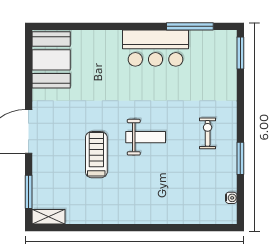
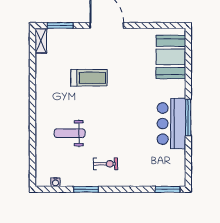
window: (190, 26) -> (188, 118), moved
booth: (51, 60) -> (171, 57), moved, turned 90
weight bench: (146, 137) -> (70, 133), moved, turned 90

